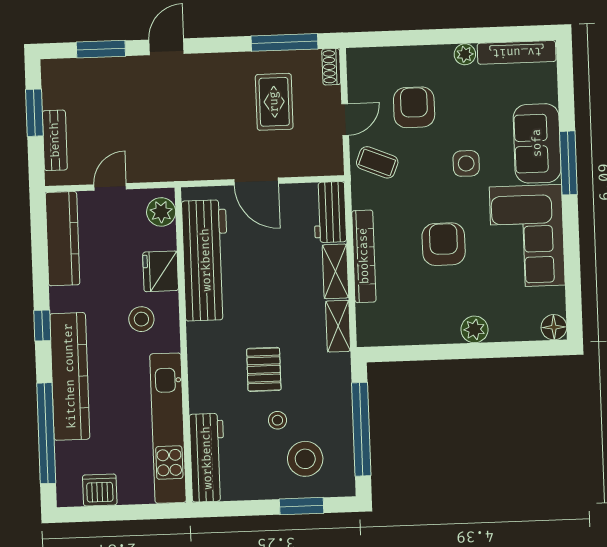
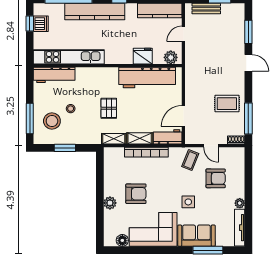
rug: (274, 102) -> (227, 104), moved
window: (568, 163) -> (208, 250), moved
door: (256, 181) -> (183, 116), moved
door: (110, 187) -> (183, 34), swing flipped
armchair: (444, 244) -> (136, 194), moved
stool: (141, 319) -> (121, 46), removed
floor lamp: (554, 327) -> (122, 240), moved
pallet: (264, 369) -> (109, 108), moved, turned 90
window: (361, 429) -> (65, 148), width x0.47
window: (302, 506) -> (30, 118), width x1.44
window: (100, 513) -> (30, 23), added

